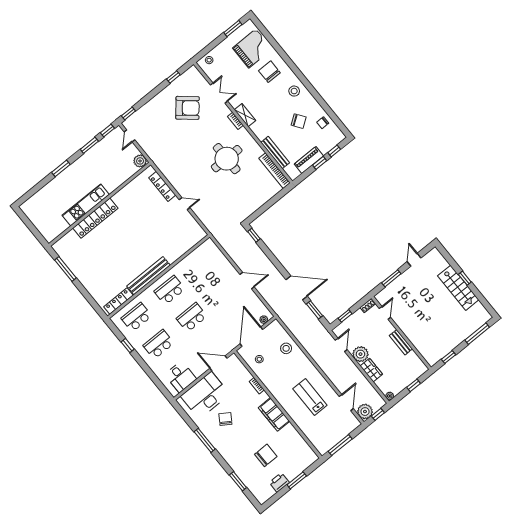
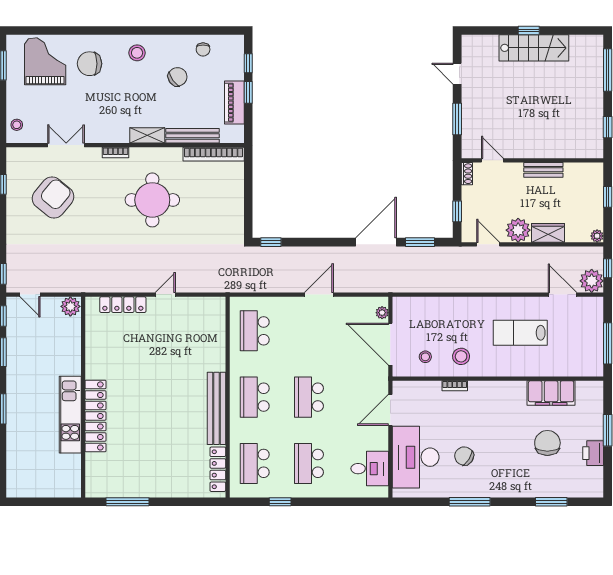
shelving: (245, 115) -> (147, 135), moved
school desk: (203, 263) -> (255, 331), added
stool: (286, 348) -> (461, 356), moved
filing cabinet: (274, 414) -> (551, 393), moved

